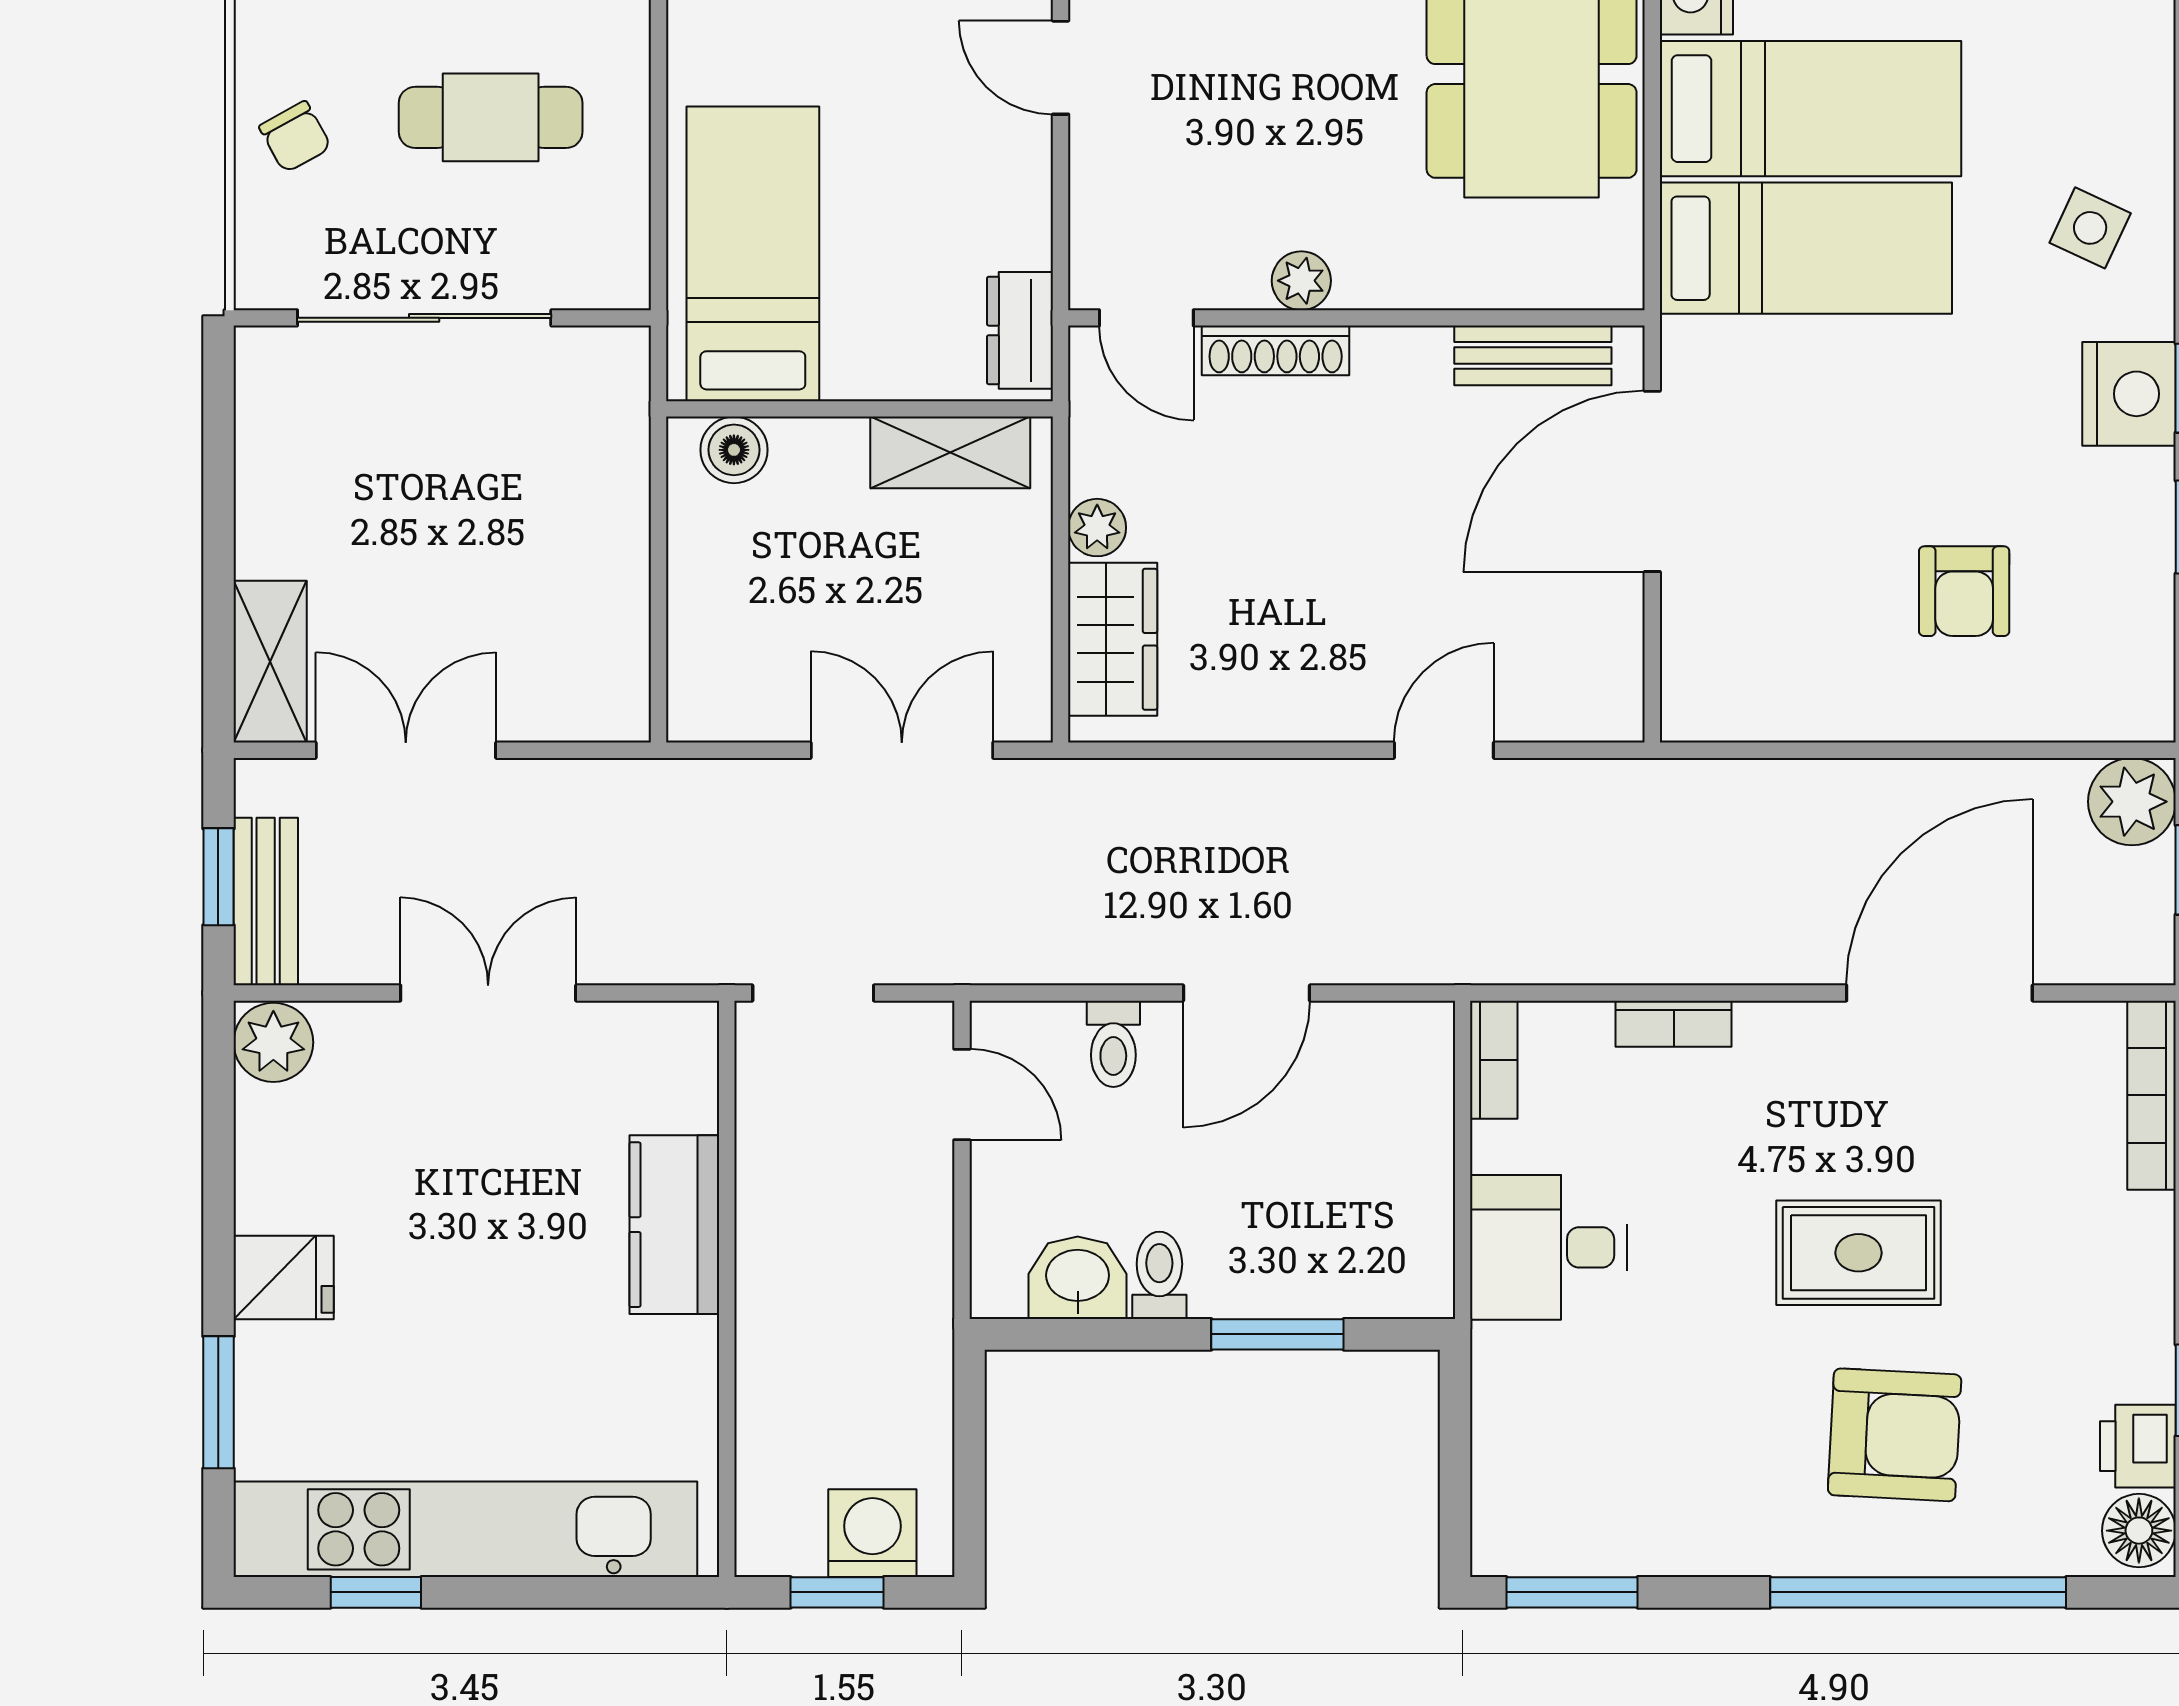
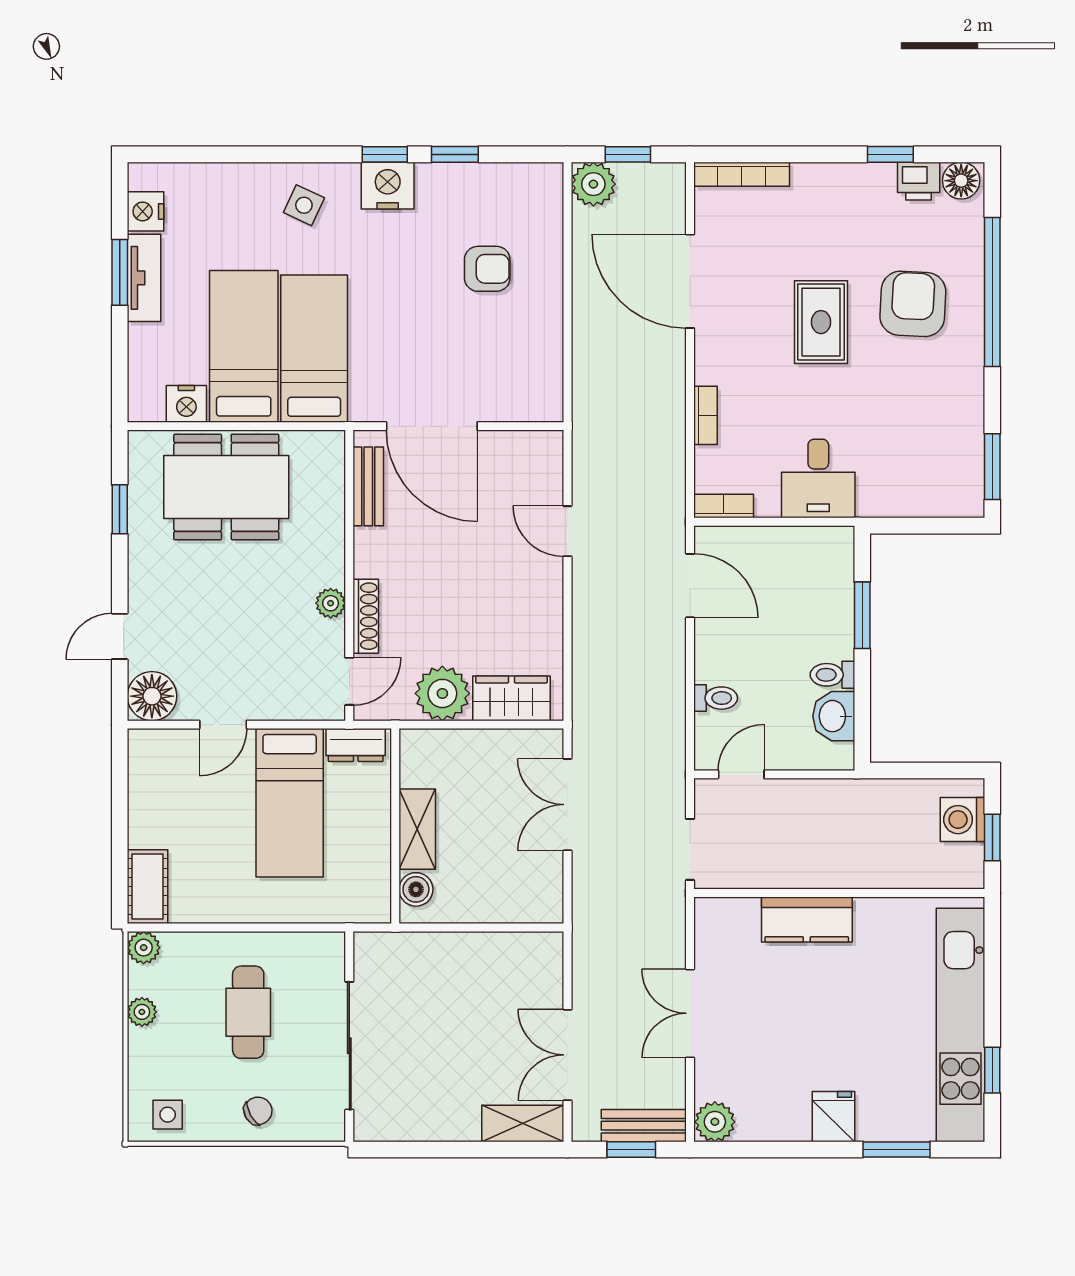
bed: (753, 254) -> (290, 803), moved, turned -90
shelving: (950, 452) -> (417, 829), moved
plant: (1097, 528) -> (442, 693), width x1.87, depth x1.87
door: (1246, 993) -> (690, 586), moved

